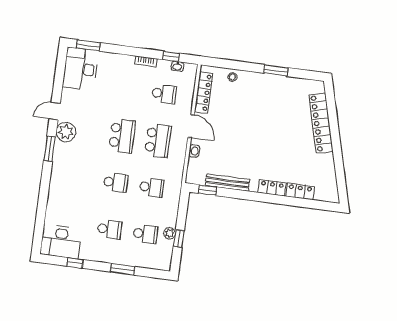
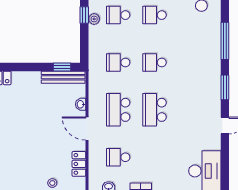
locker: (204, 92) -> (79, 164), width x0.66
plant: (66, 132) -> (211, 106), removed
bench: (228, 183) -> (63, 77), moved
window: (44, 195) -> (225, 41), added

